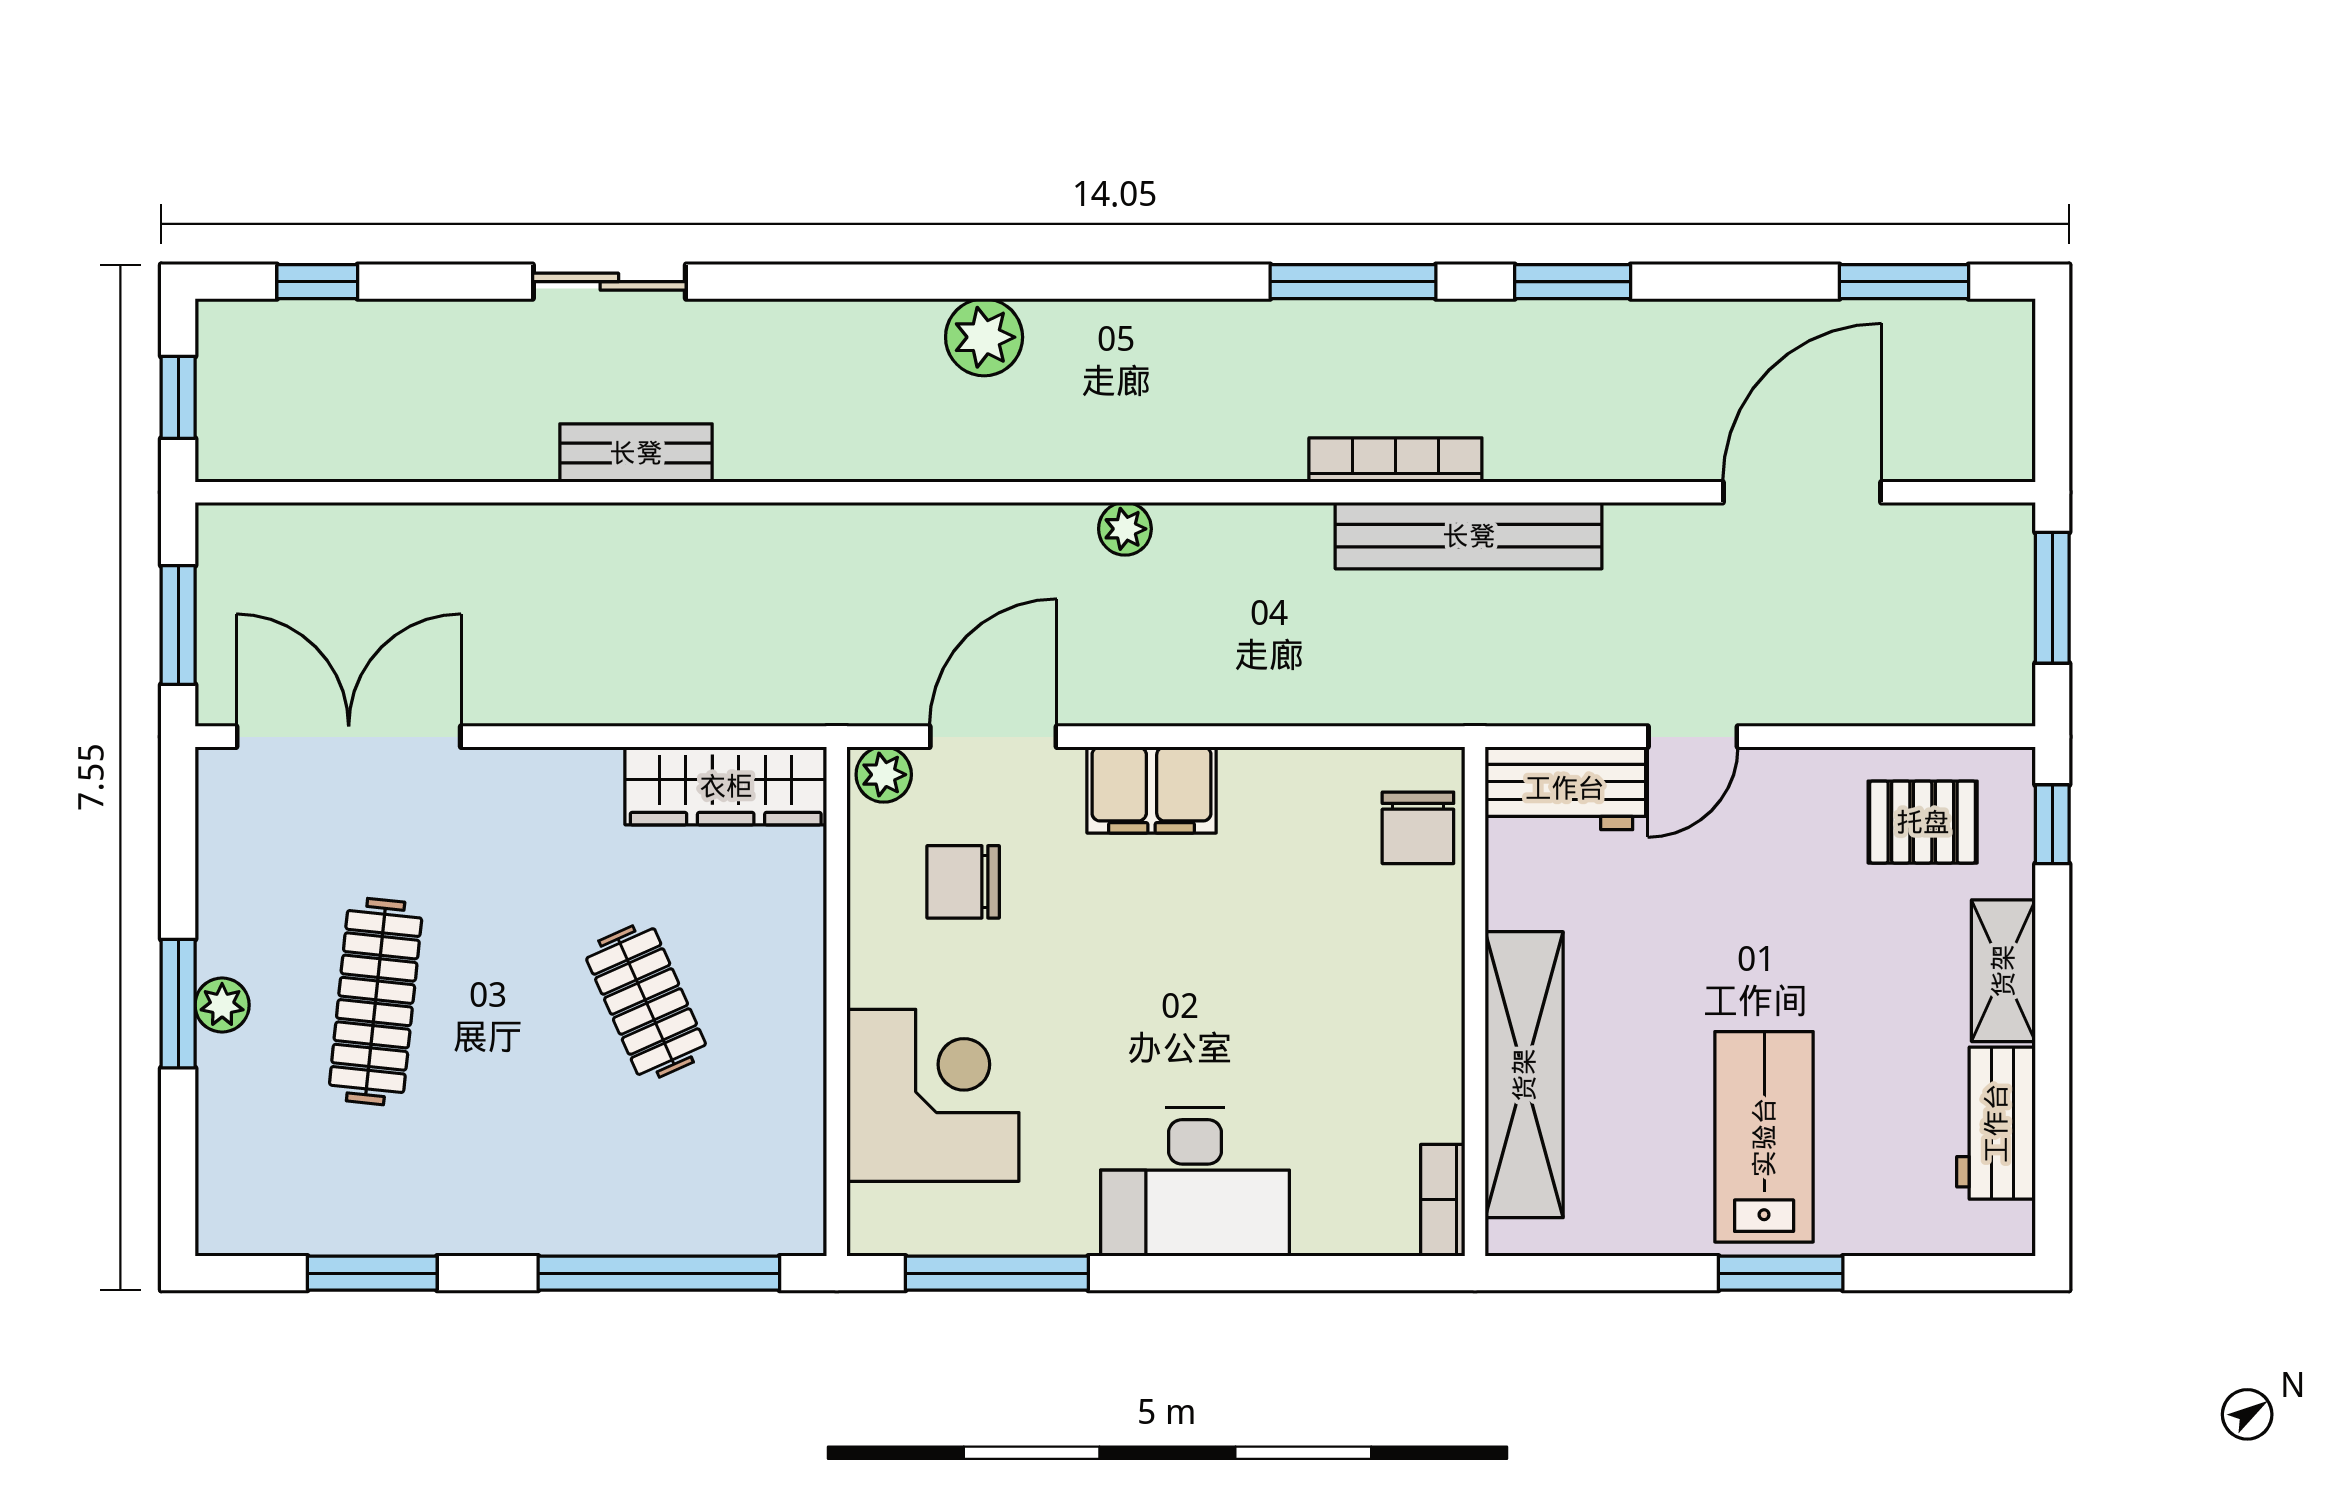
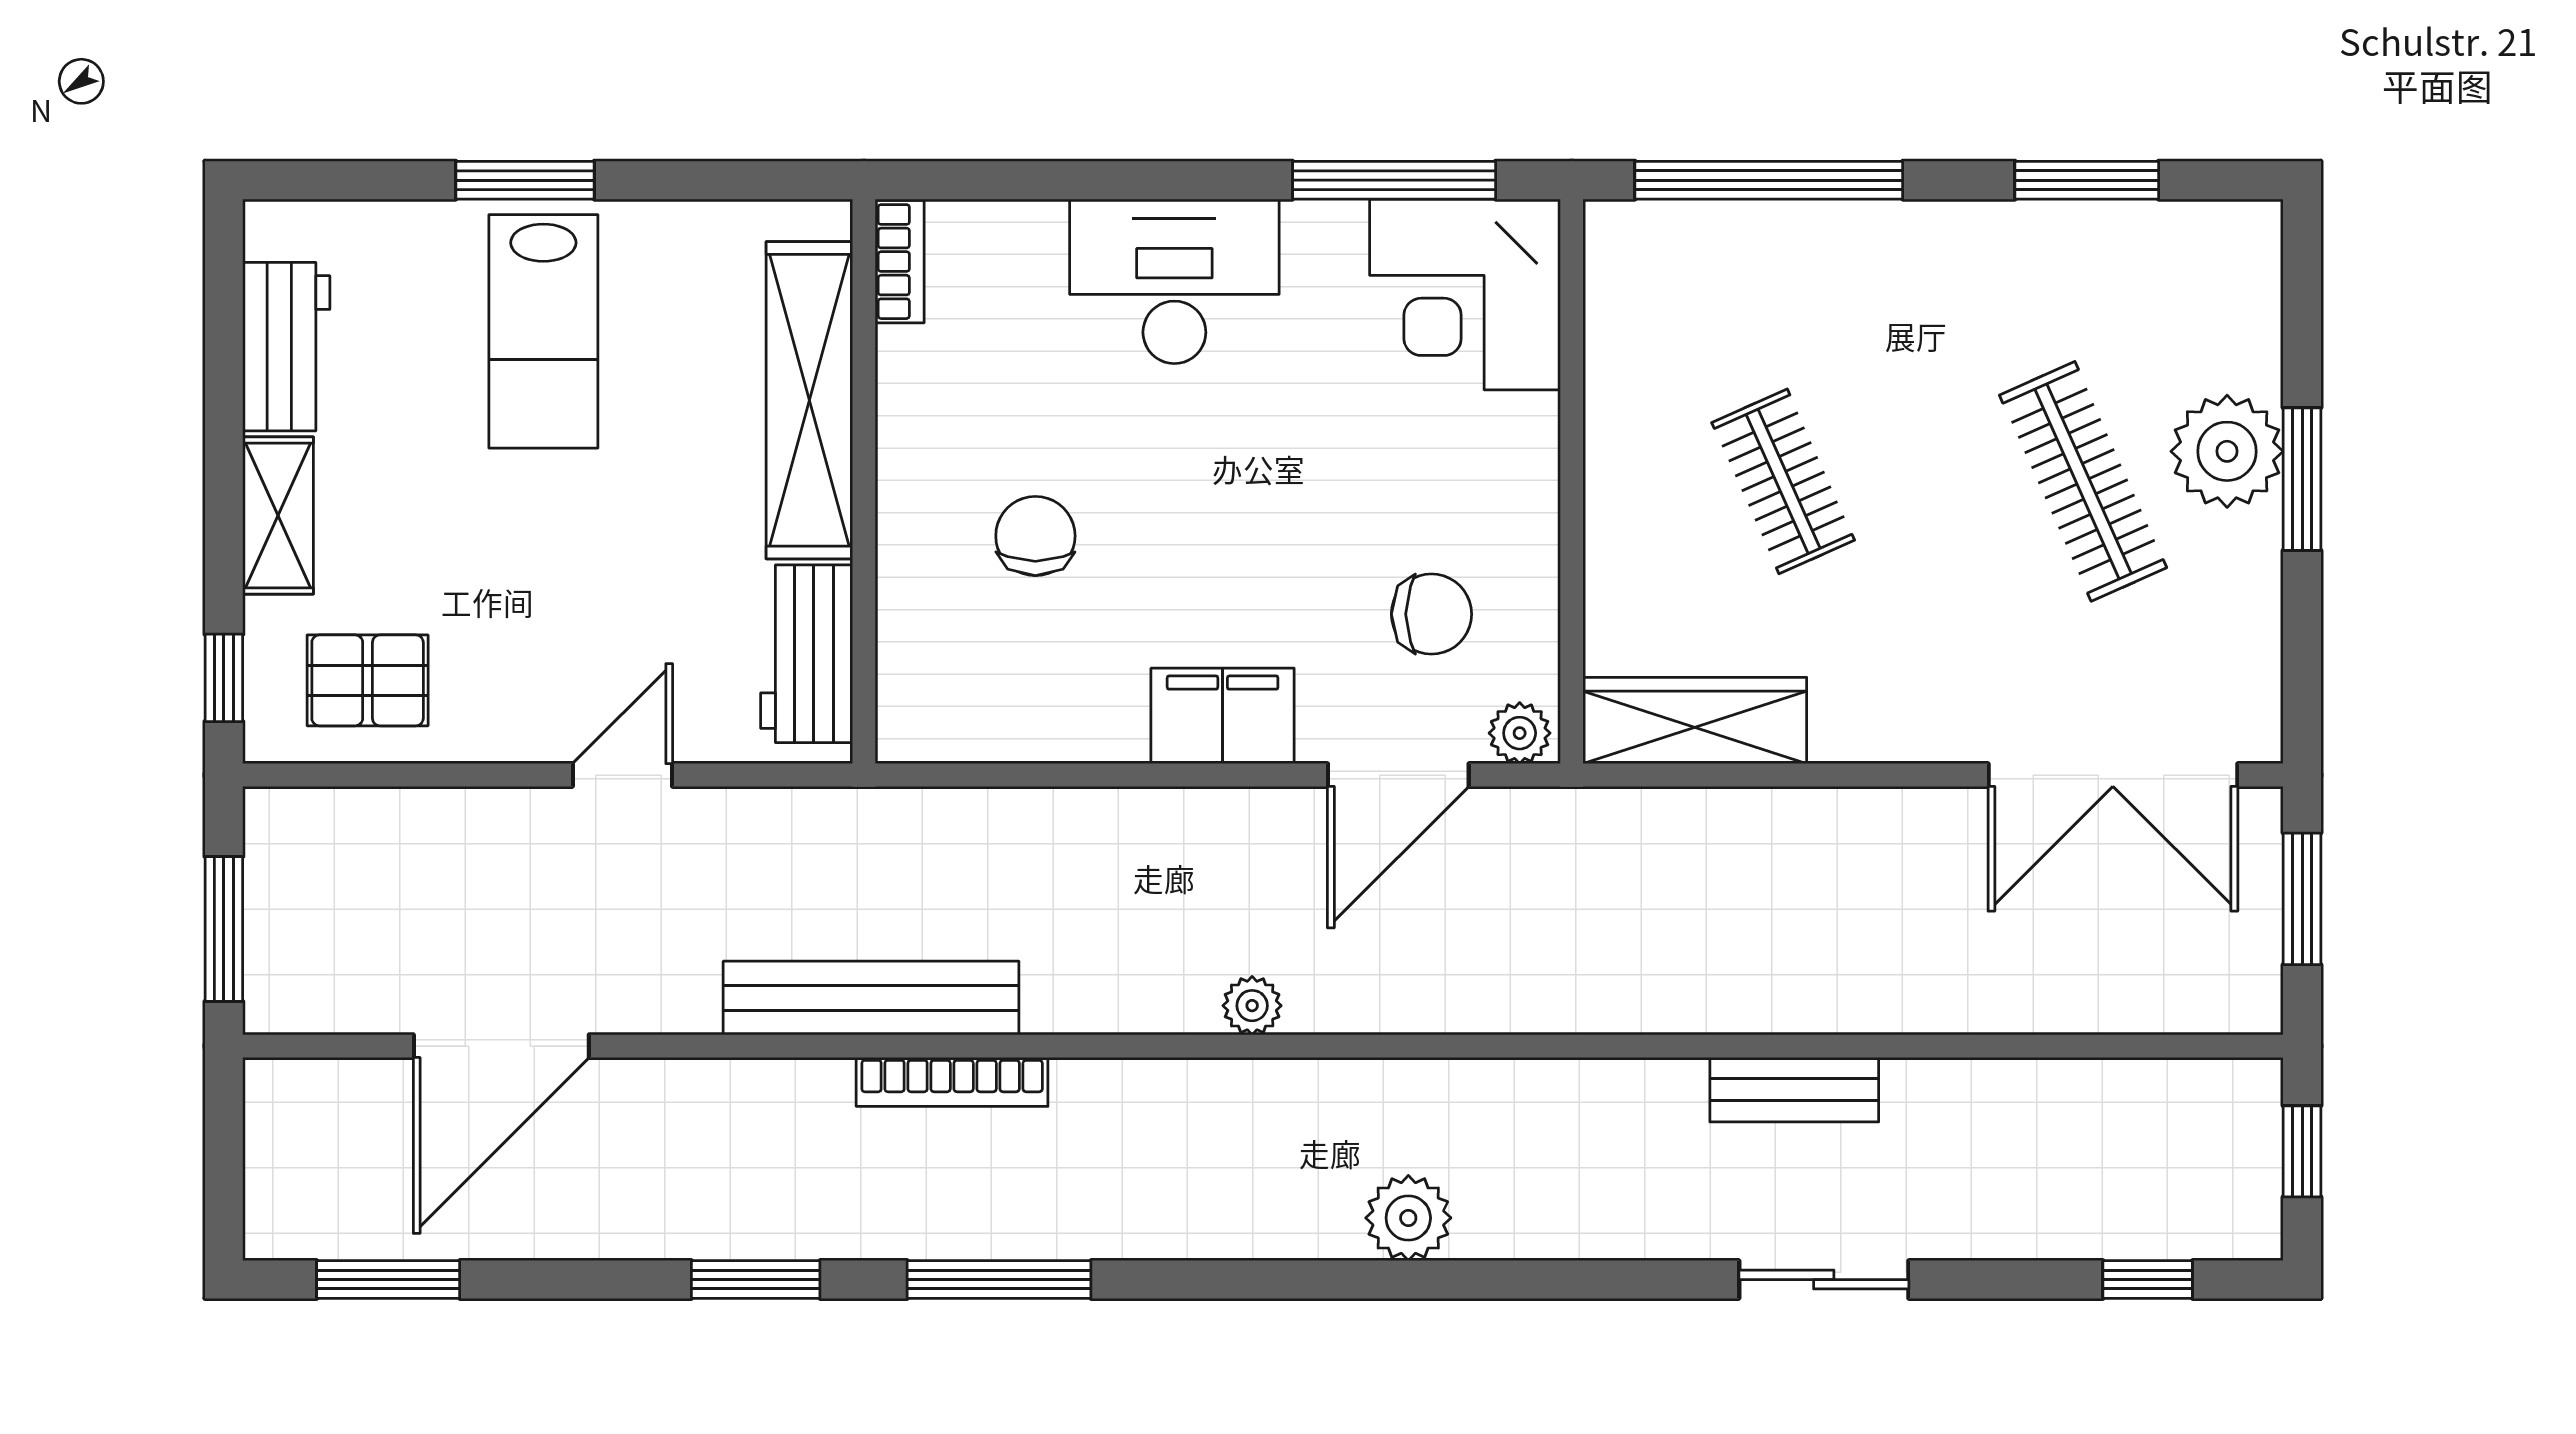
workbench: (1565, 788) -> (807, 654), moved, turned -90
chair: (1418, 828) -> (1035, 536), moved
clothes rail: (376, 1002) -> (2083, 481), turned -30
plant: (222, 1005) -> (2227, 451), width x1.88, depth x1.88
corner desk: (933, 1095) -> (1465, 294), moved

